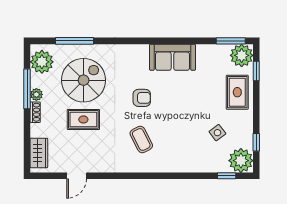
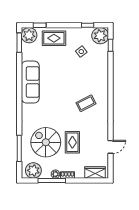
sofa: (172, 57) -> (30, 82), width x1.36
armchair: (142, 98) -> (58, 103), removed
door: (77, 176) -> (111, 147), hinge flipped

